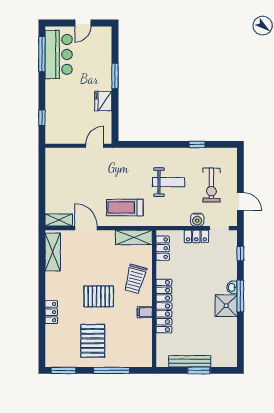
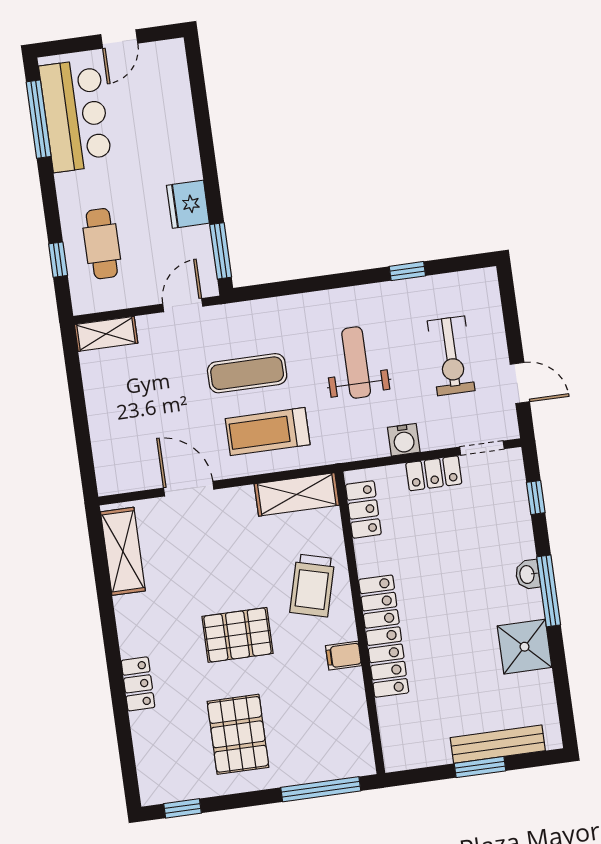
window: (115, 76) -> (221, 251), moved
cafe table: (62, 113) -> (102, 244), added
exercise mat: (119, 180) -> (247, 373), added
weight bench: (169, 182) -> (356, 363), turned -90
shelving: (59, 220) -> (106, 334), moved
water cooler: (197, 220) -> (404, 440), moved
shower: (226, 306) -> (525, 647), moved
bench: (190, 361) -> (498, 744), moved
window: (63, 370) -> (183, 808), width x0.67
window: (111, 370) -> (321, 789), moved

